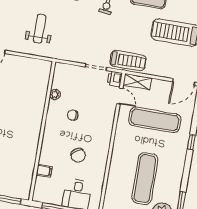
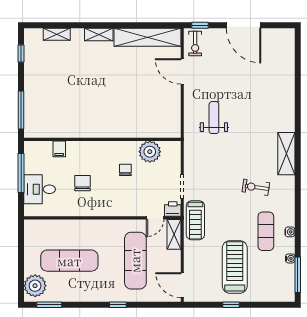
weight bench: (40, 29) -> (214, 118), turned -90
plant: (55, 94) -> (150, 152), width x1.88, depth x1.88
chair: (78, 155) -> (83, 183), turned 123

